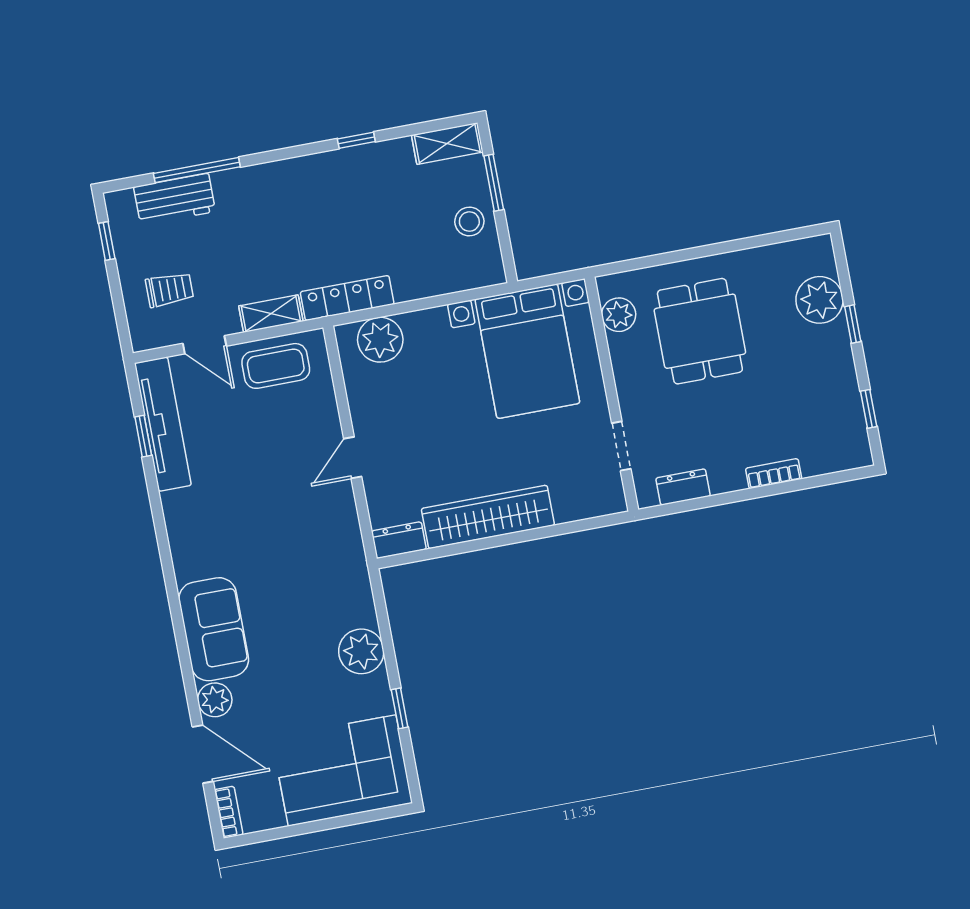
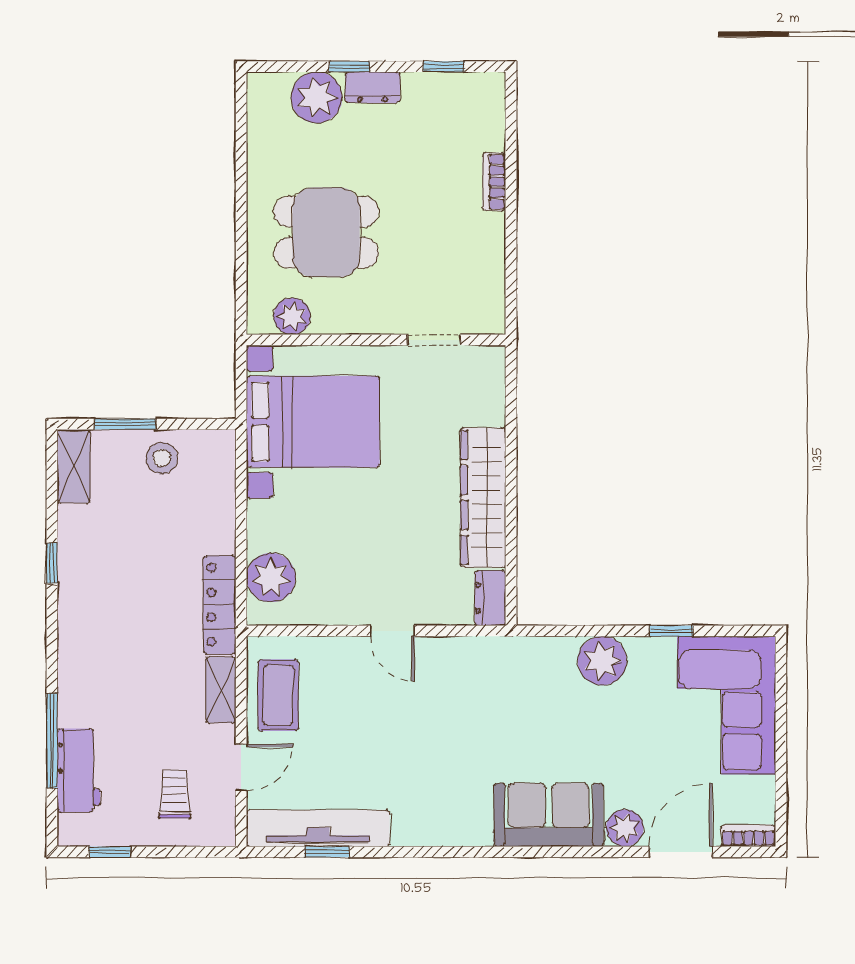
dresser: (683, 487) -> (373, 87), moved, turned -90

